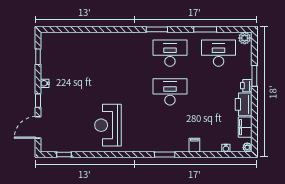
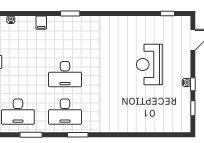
window: (38, 101) -> (193, 84), moved
reception desk: (108, 125) -> (149, 64), moved, turned 180

